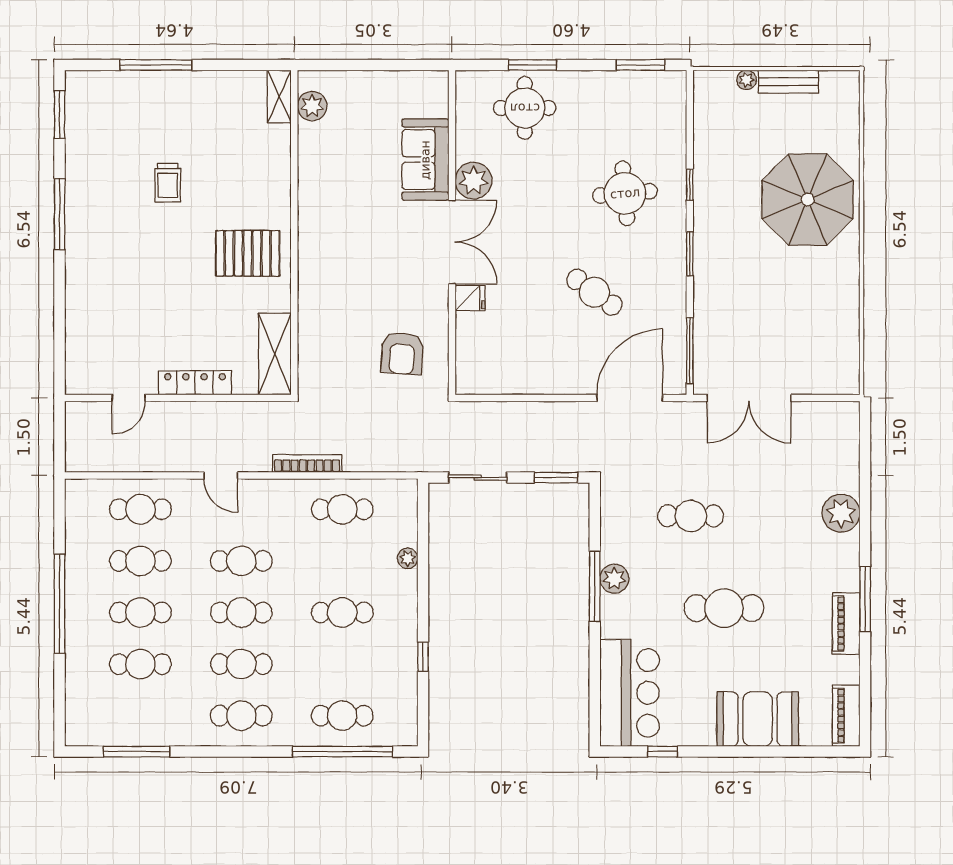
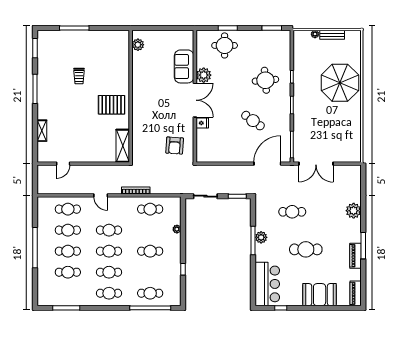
shelving: (279, 96) -> (42, 131), moved
locker: (195, 383) -> (90, 158), removed

